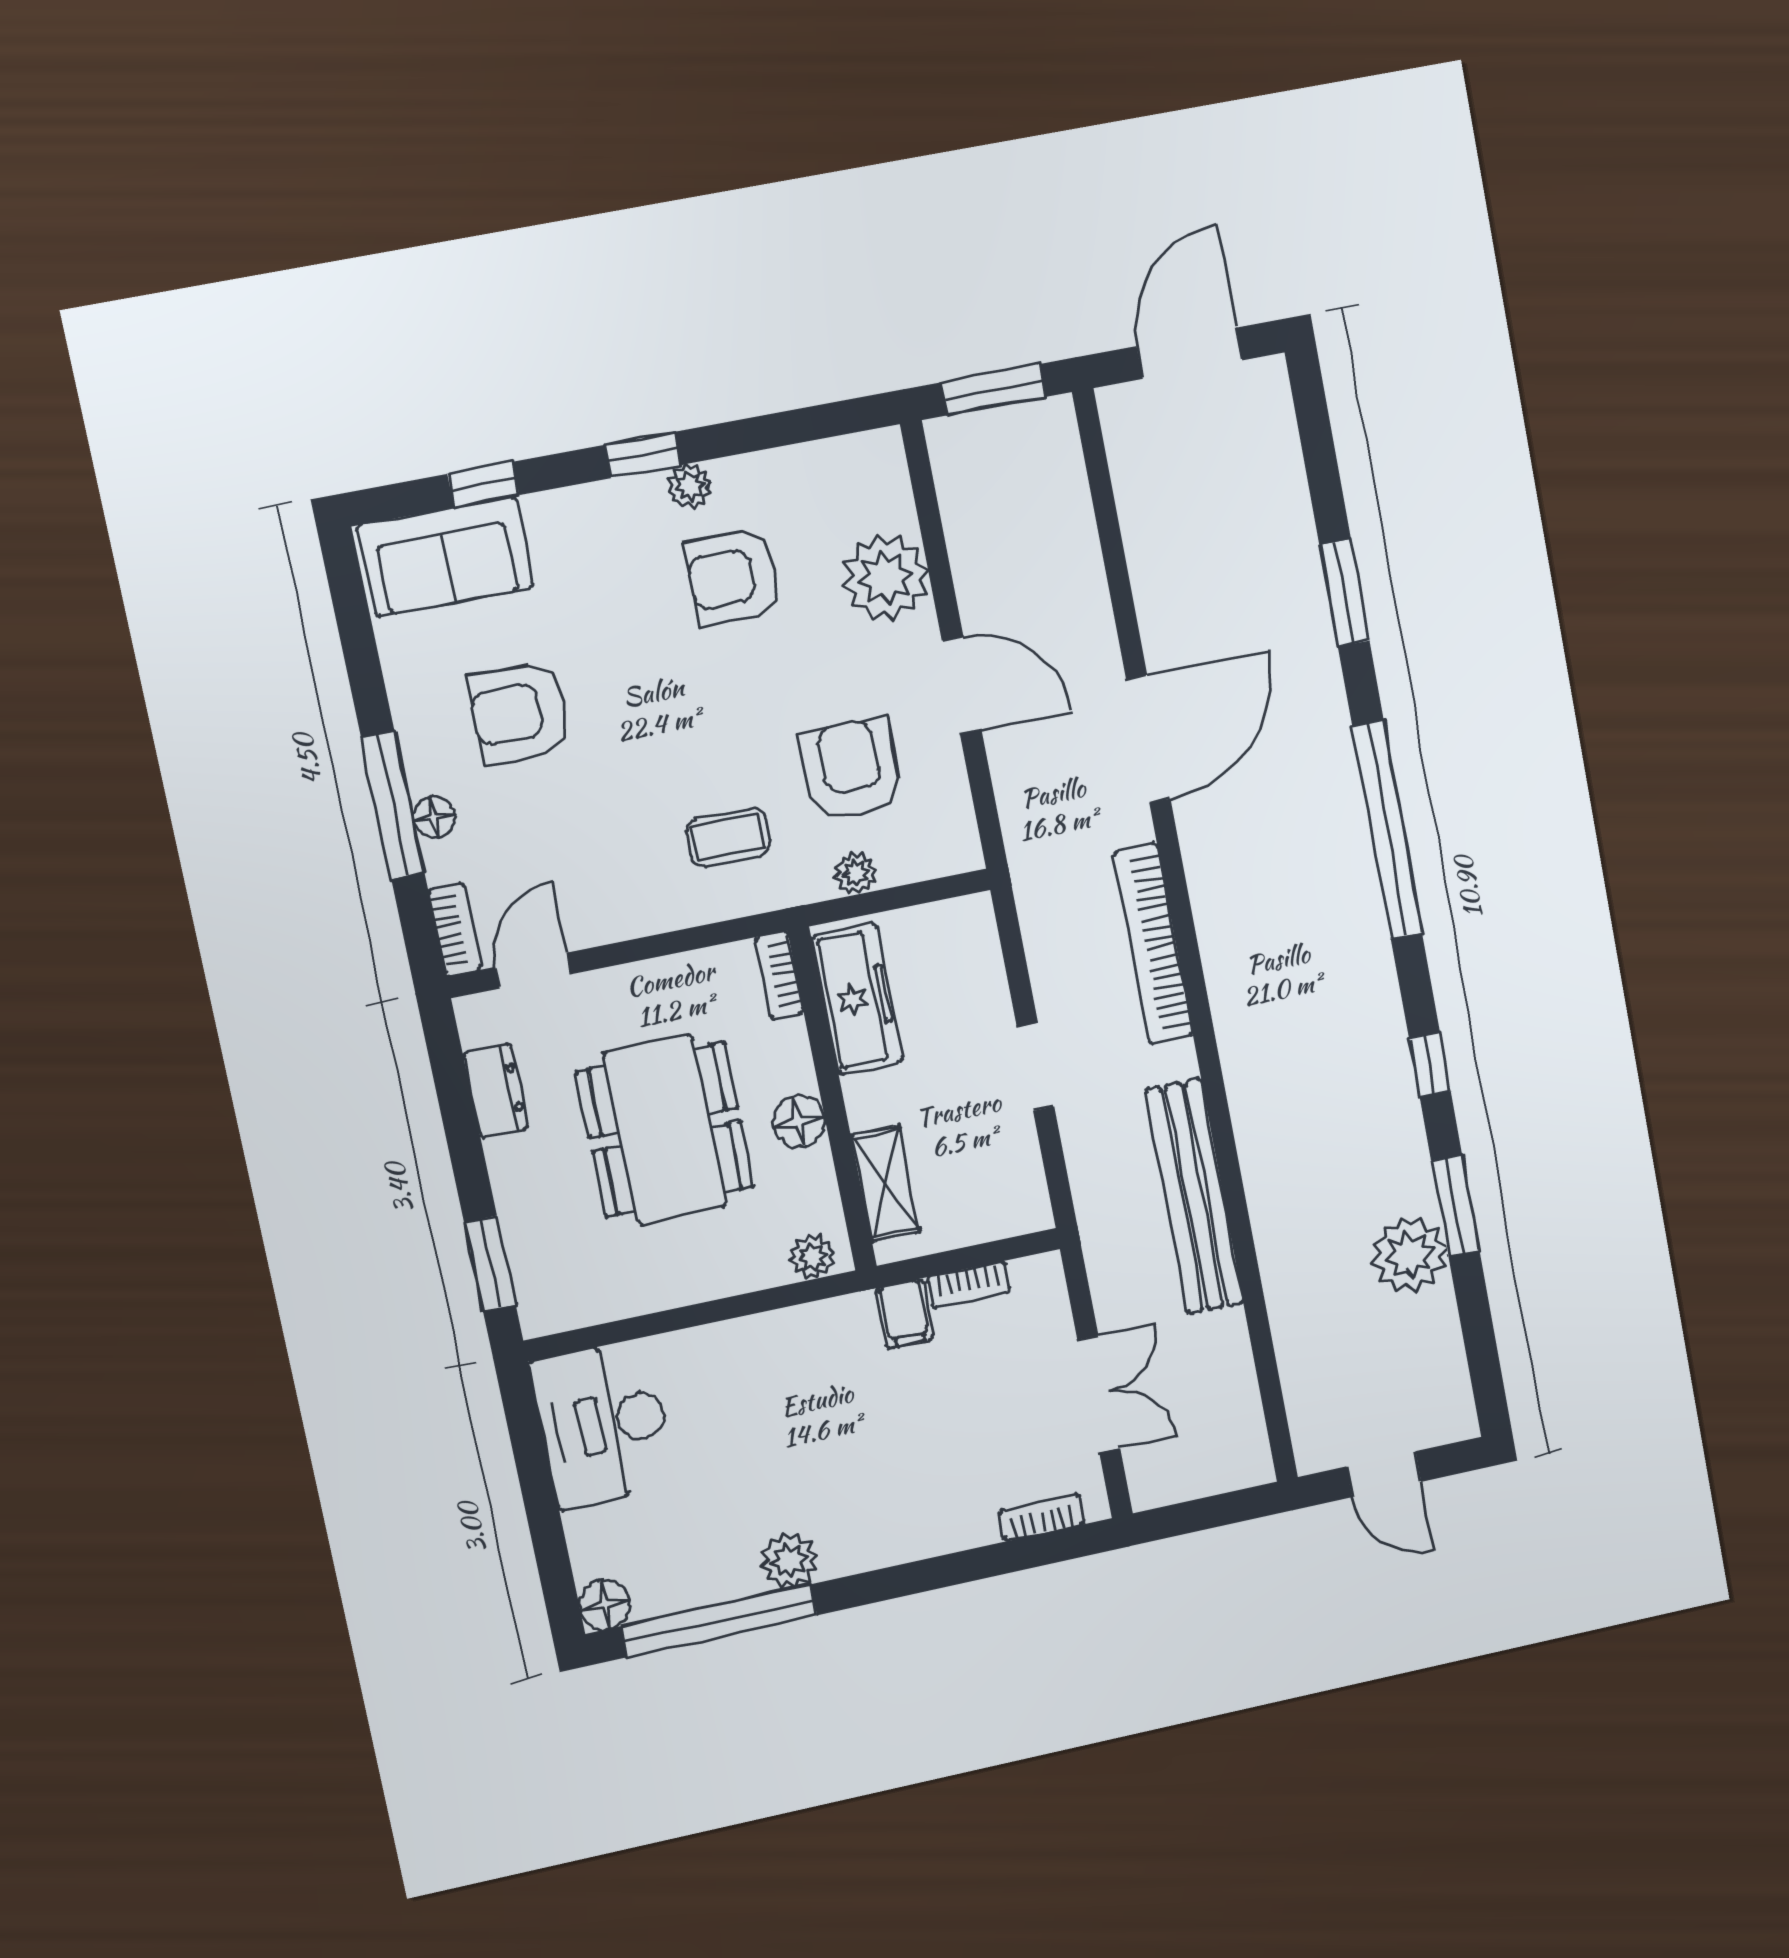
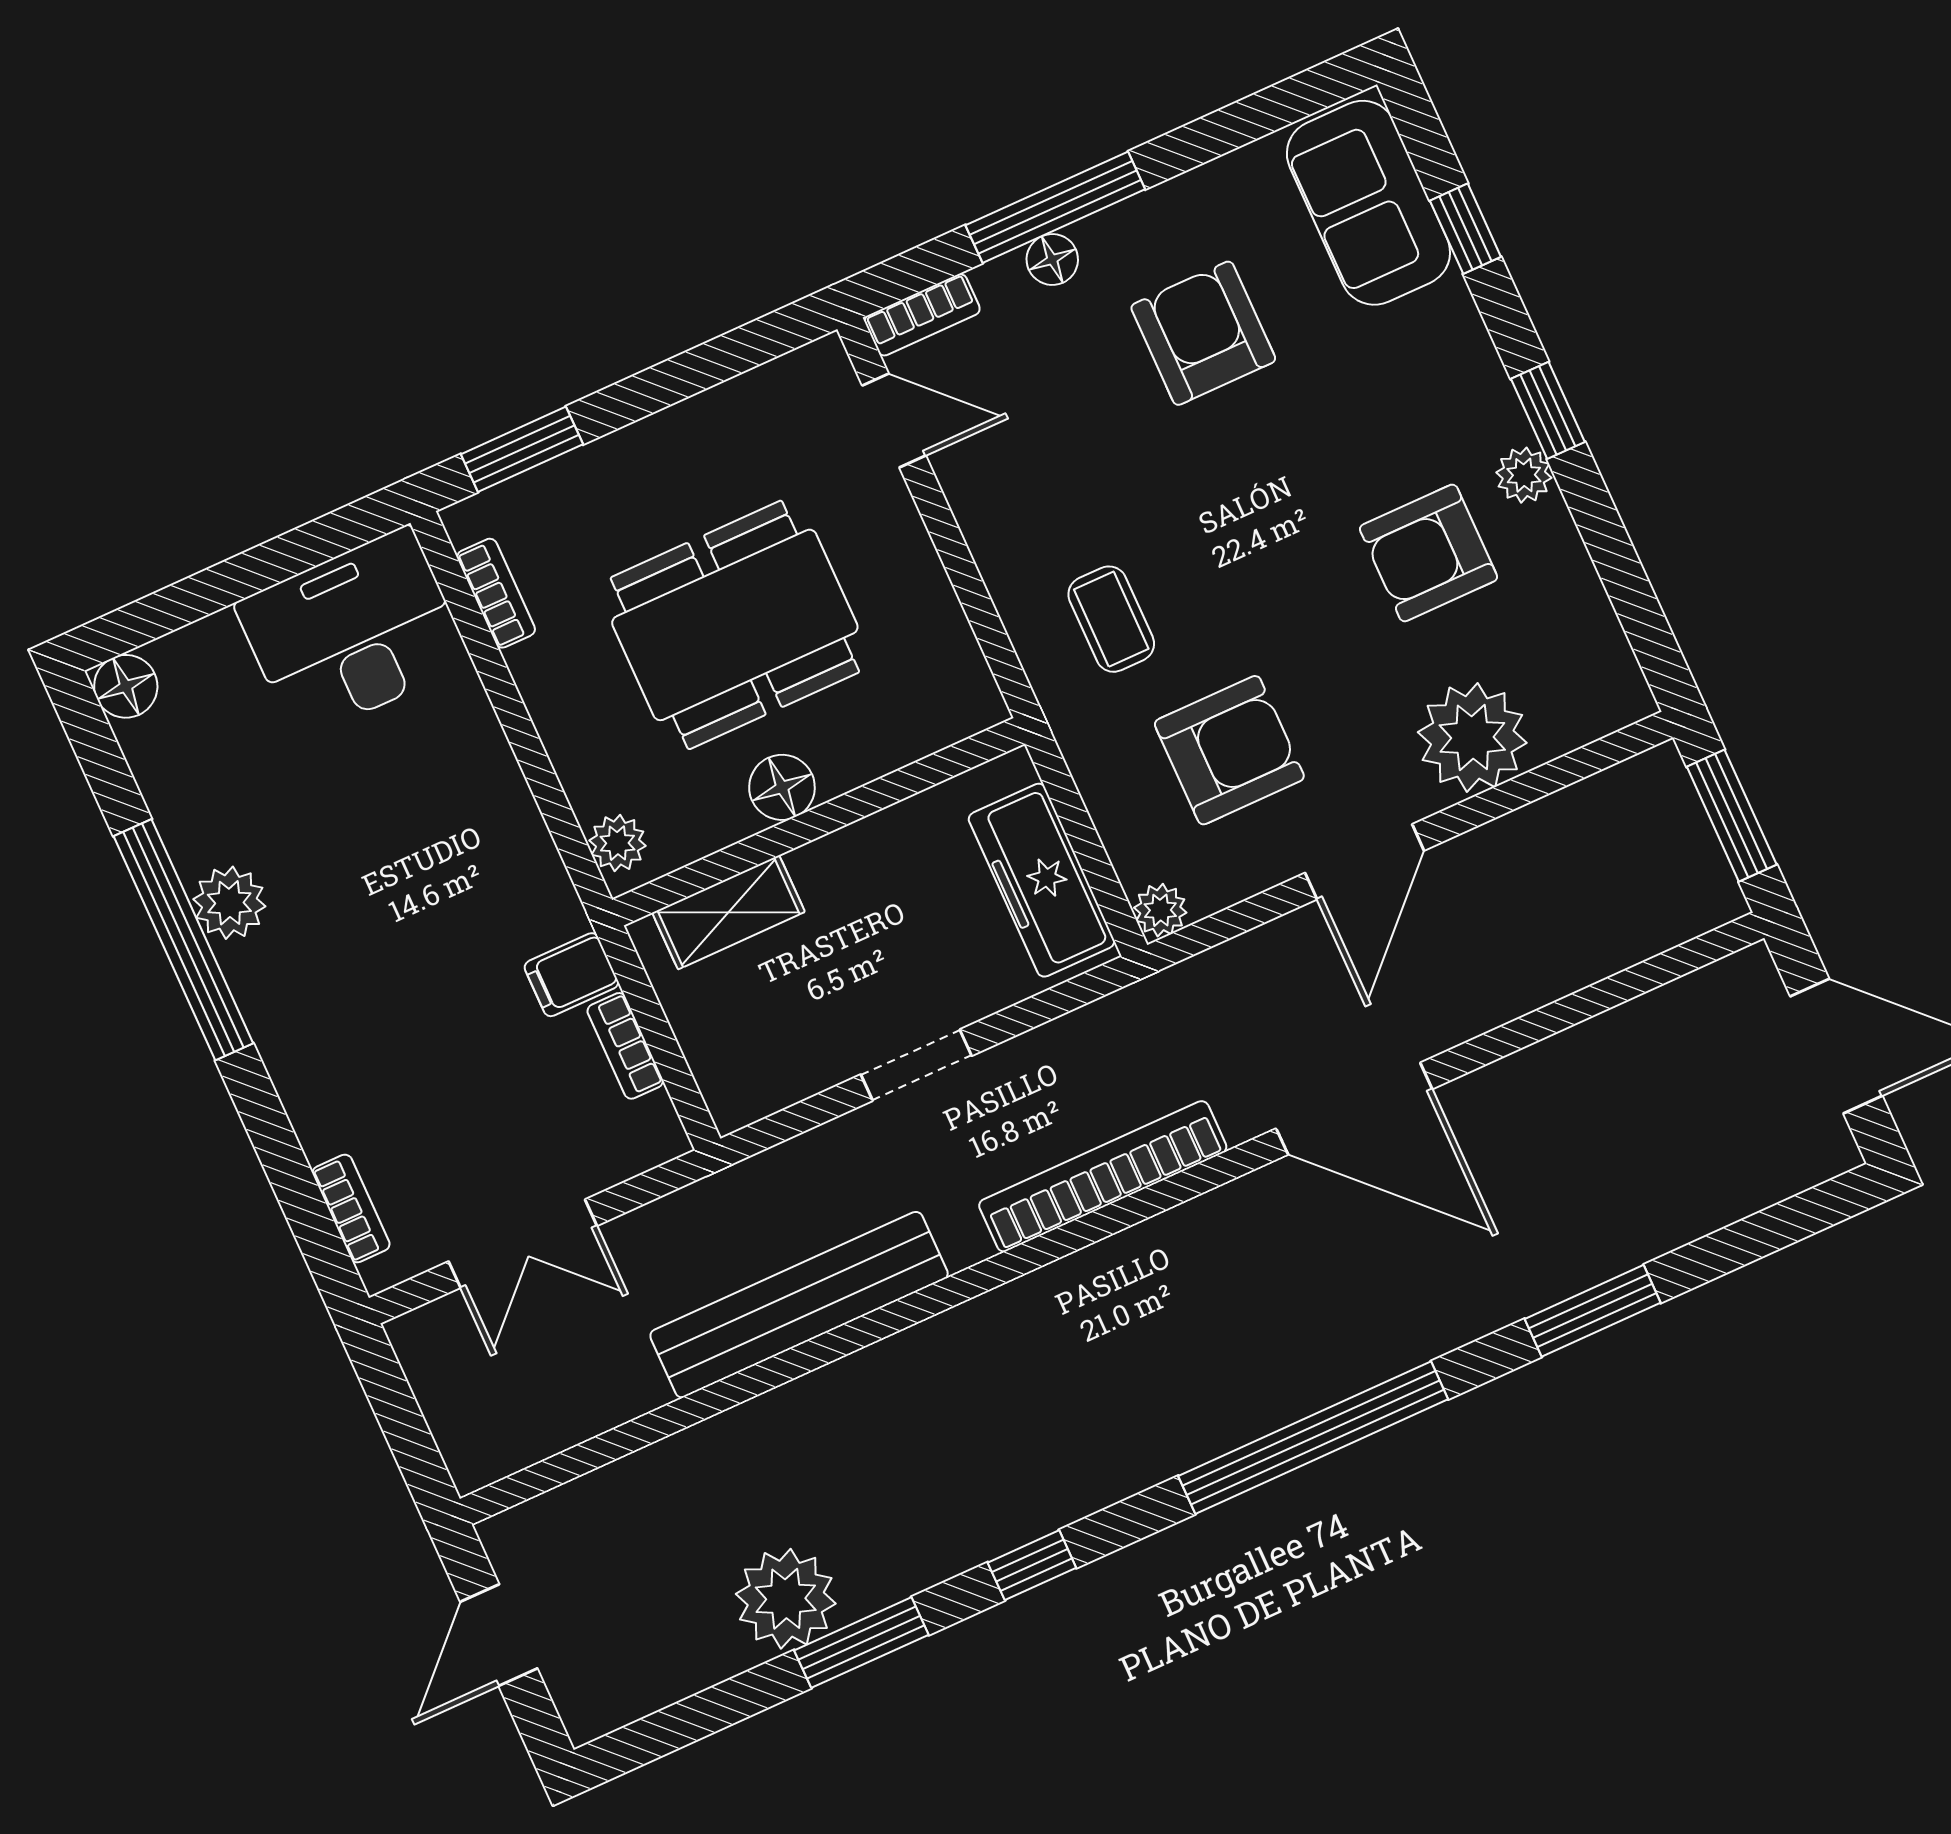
armchair: (734, 577) -> (1429, 553), turned -90
plant: (856, 873) -> (1160, 910), moved
bookcase: (779, 975) -> (496, 593), moved, turned 90
freezer: (857, 999) -> (1042, 880), moved, turned 90
dresser: (496, 1091) -> (736, 408), removed
window: (719, 1621) -> (183, 940), moved

